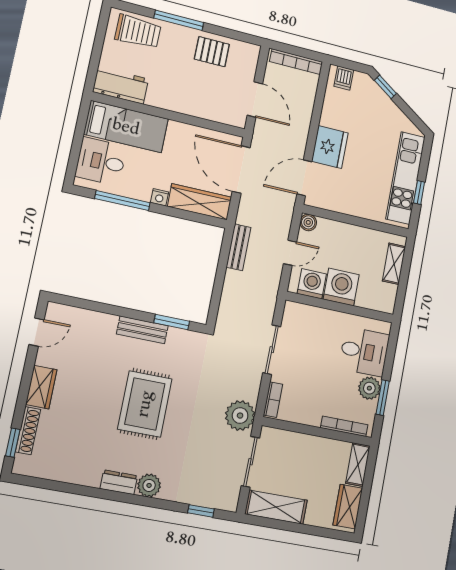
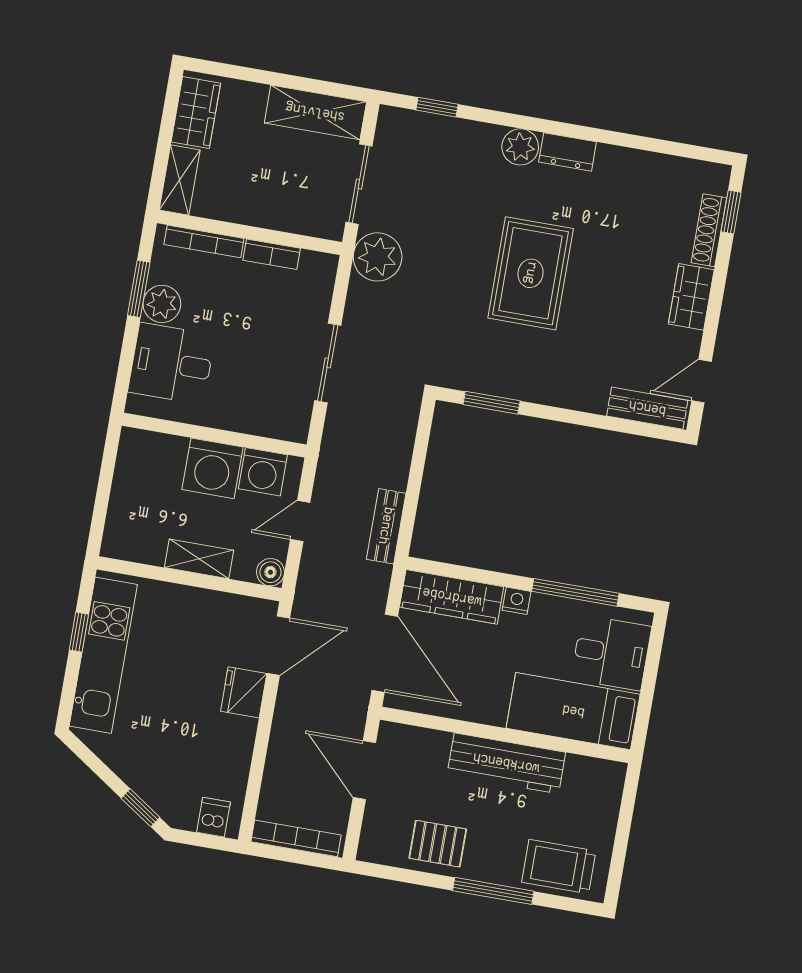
workbench: (121, 85) -> (506, 763), moved, width x1.38
fridge: (330, 147) -> (244, 692), width x0.73, depth x0.75
shelving: (394, 264) -> (199, 559), moved, turned 90
bench: (142, 330) -> (647, 408), moved
bookcase: (273, 400) -> (272, 254), moved, turned -90

